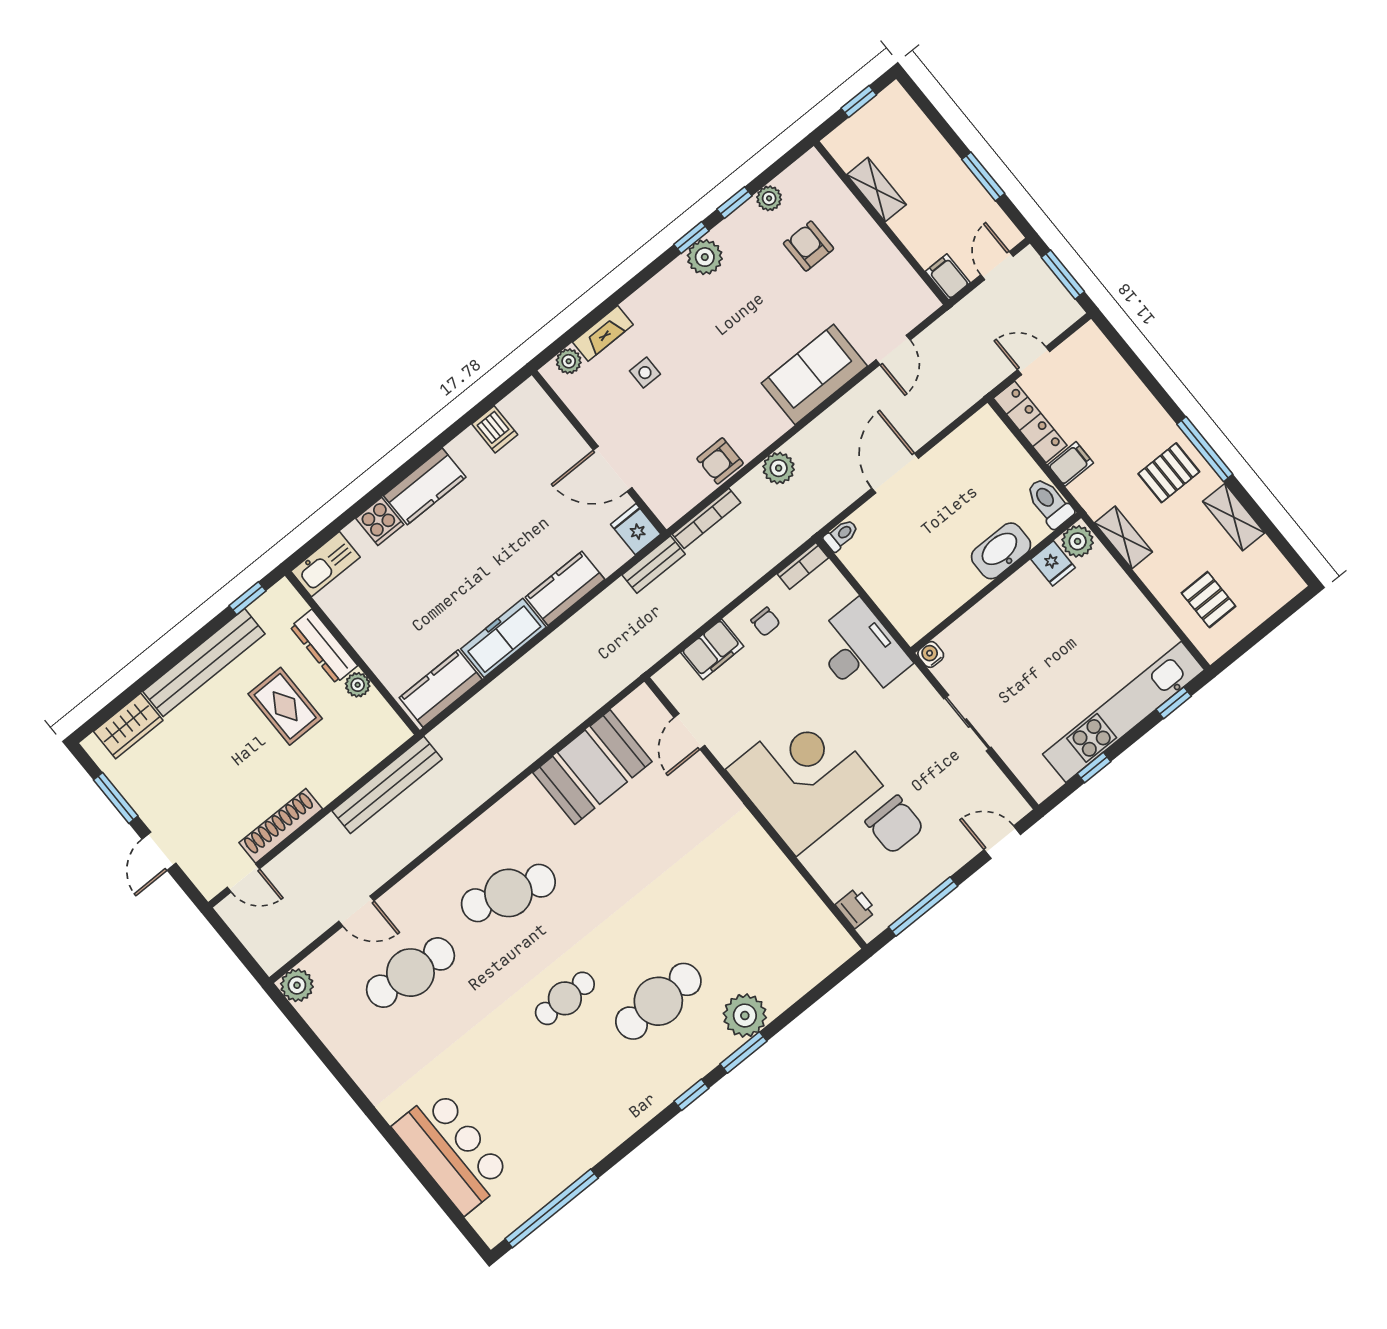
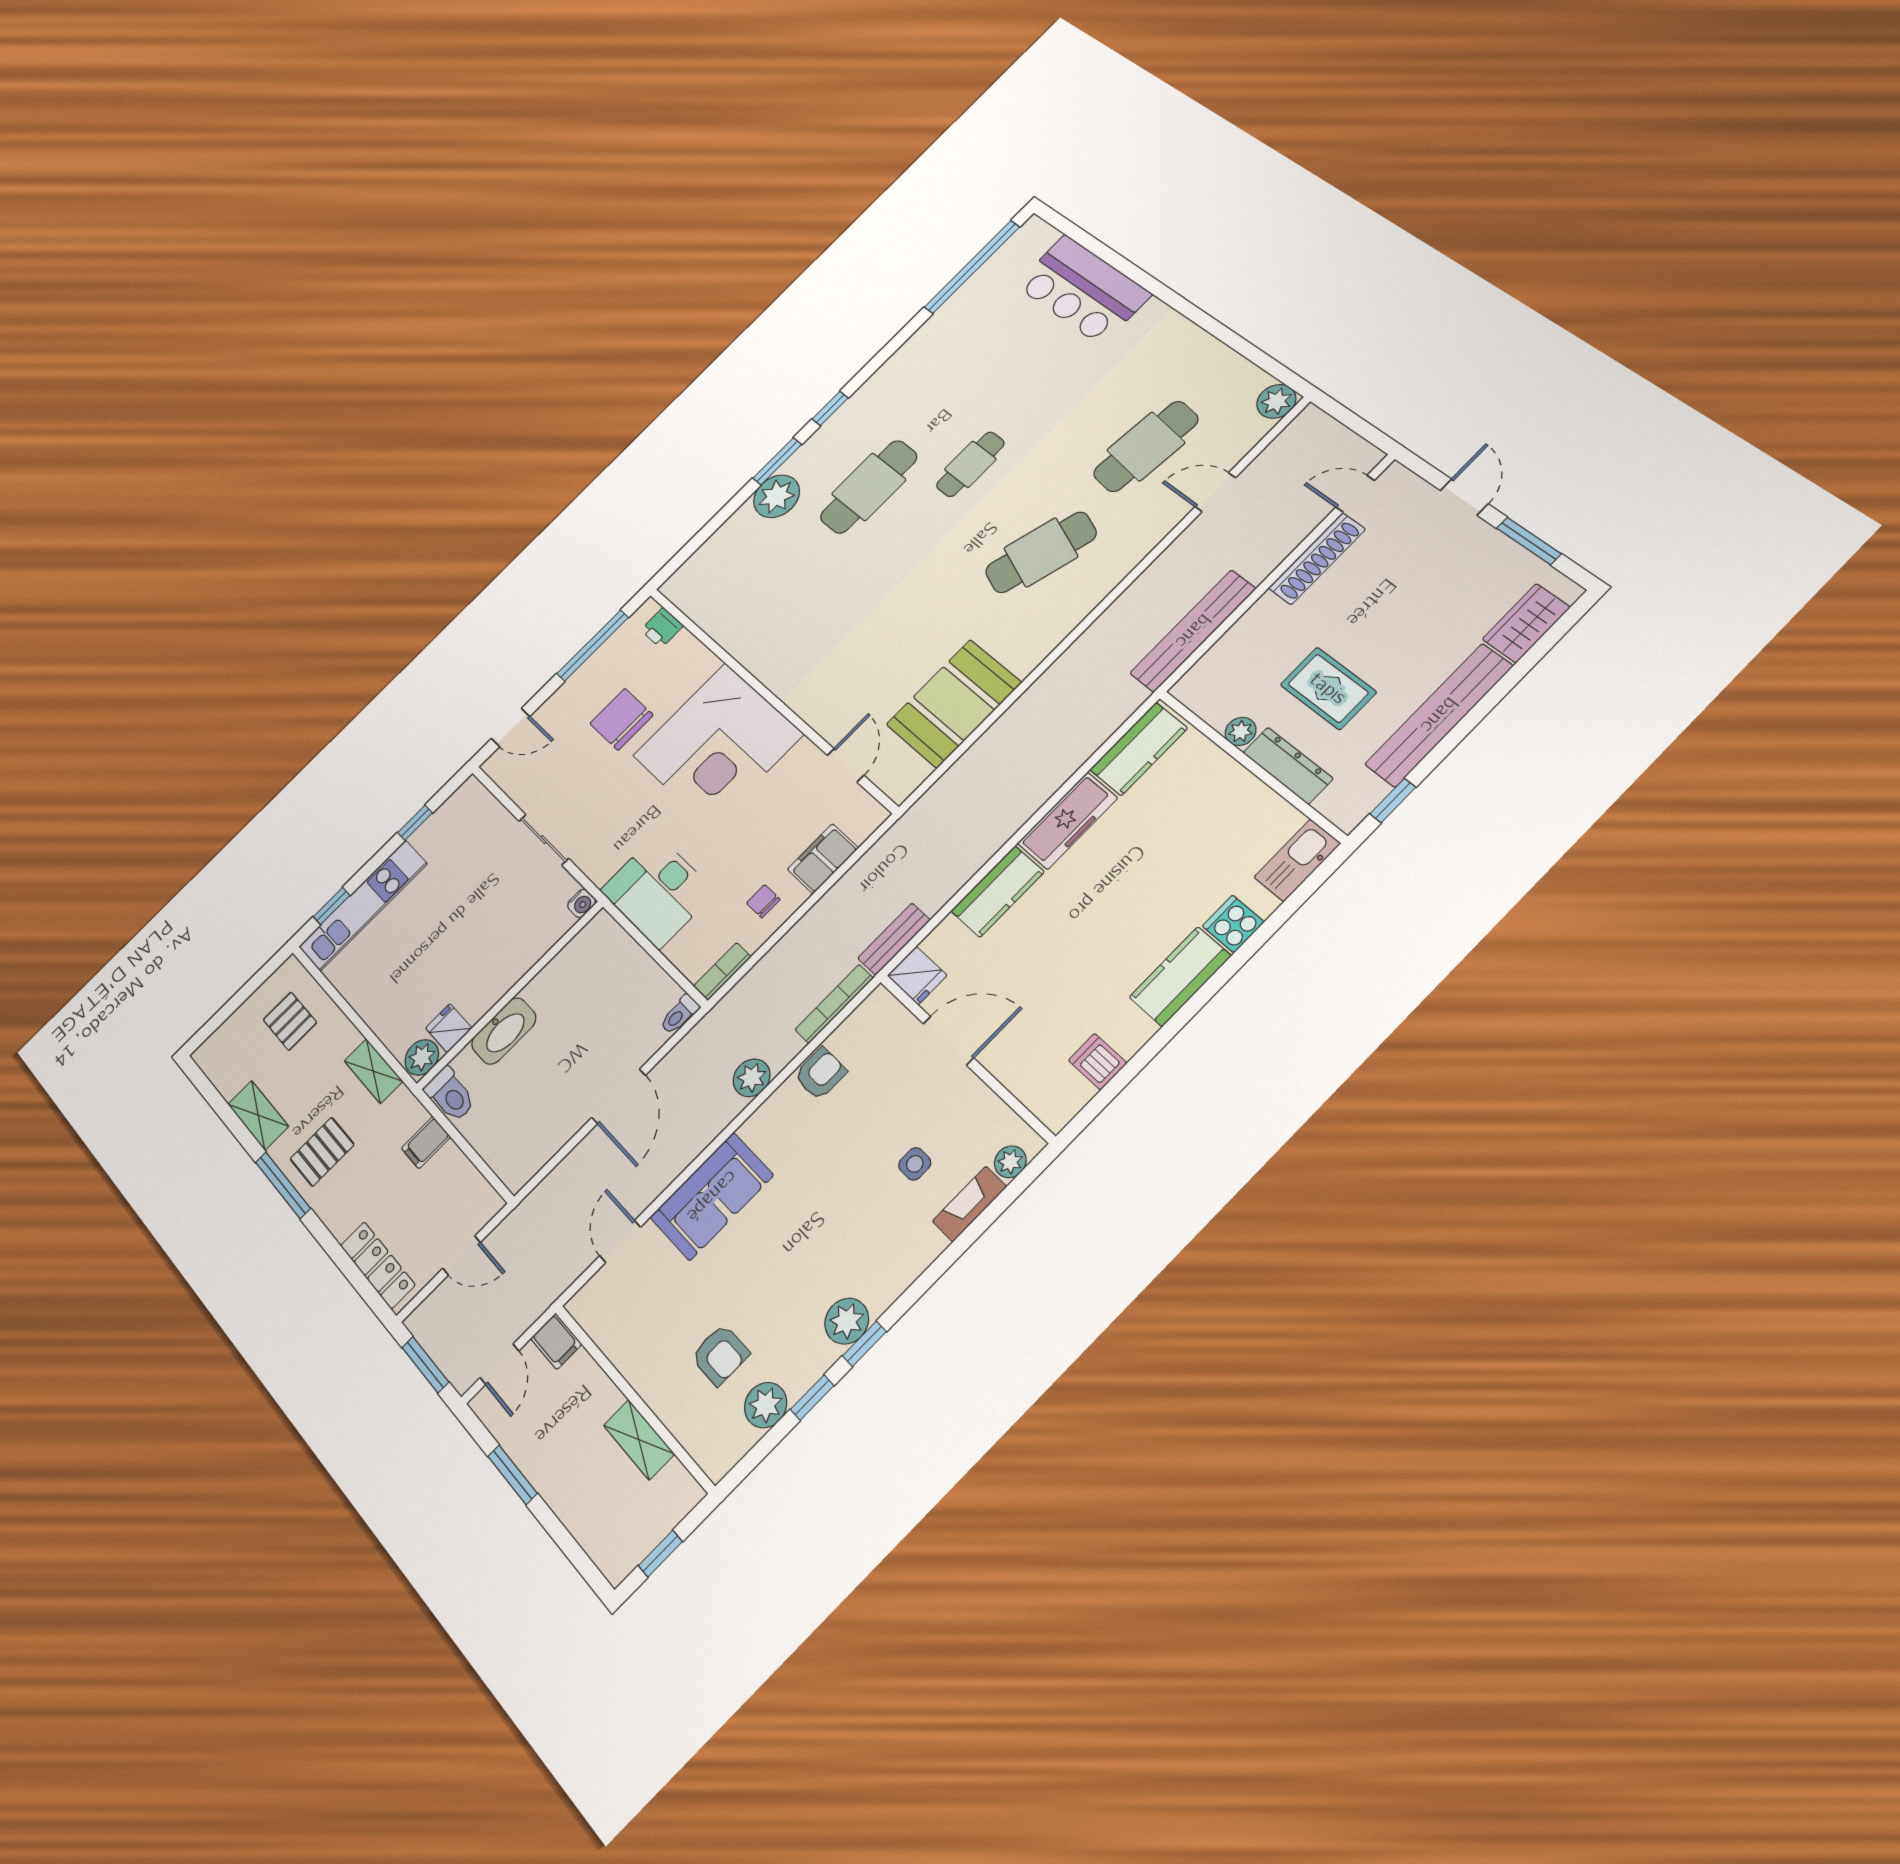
plant: (769, 198) -> (766, 1405), width x1.38, depth x1.38
locker: (1030, 422) -> (378, 1265), moved, turned 180
kitchen unit: (1124, 712) -> (363, 905), width x0.73

